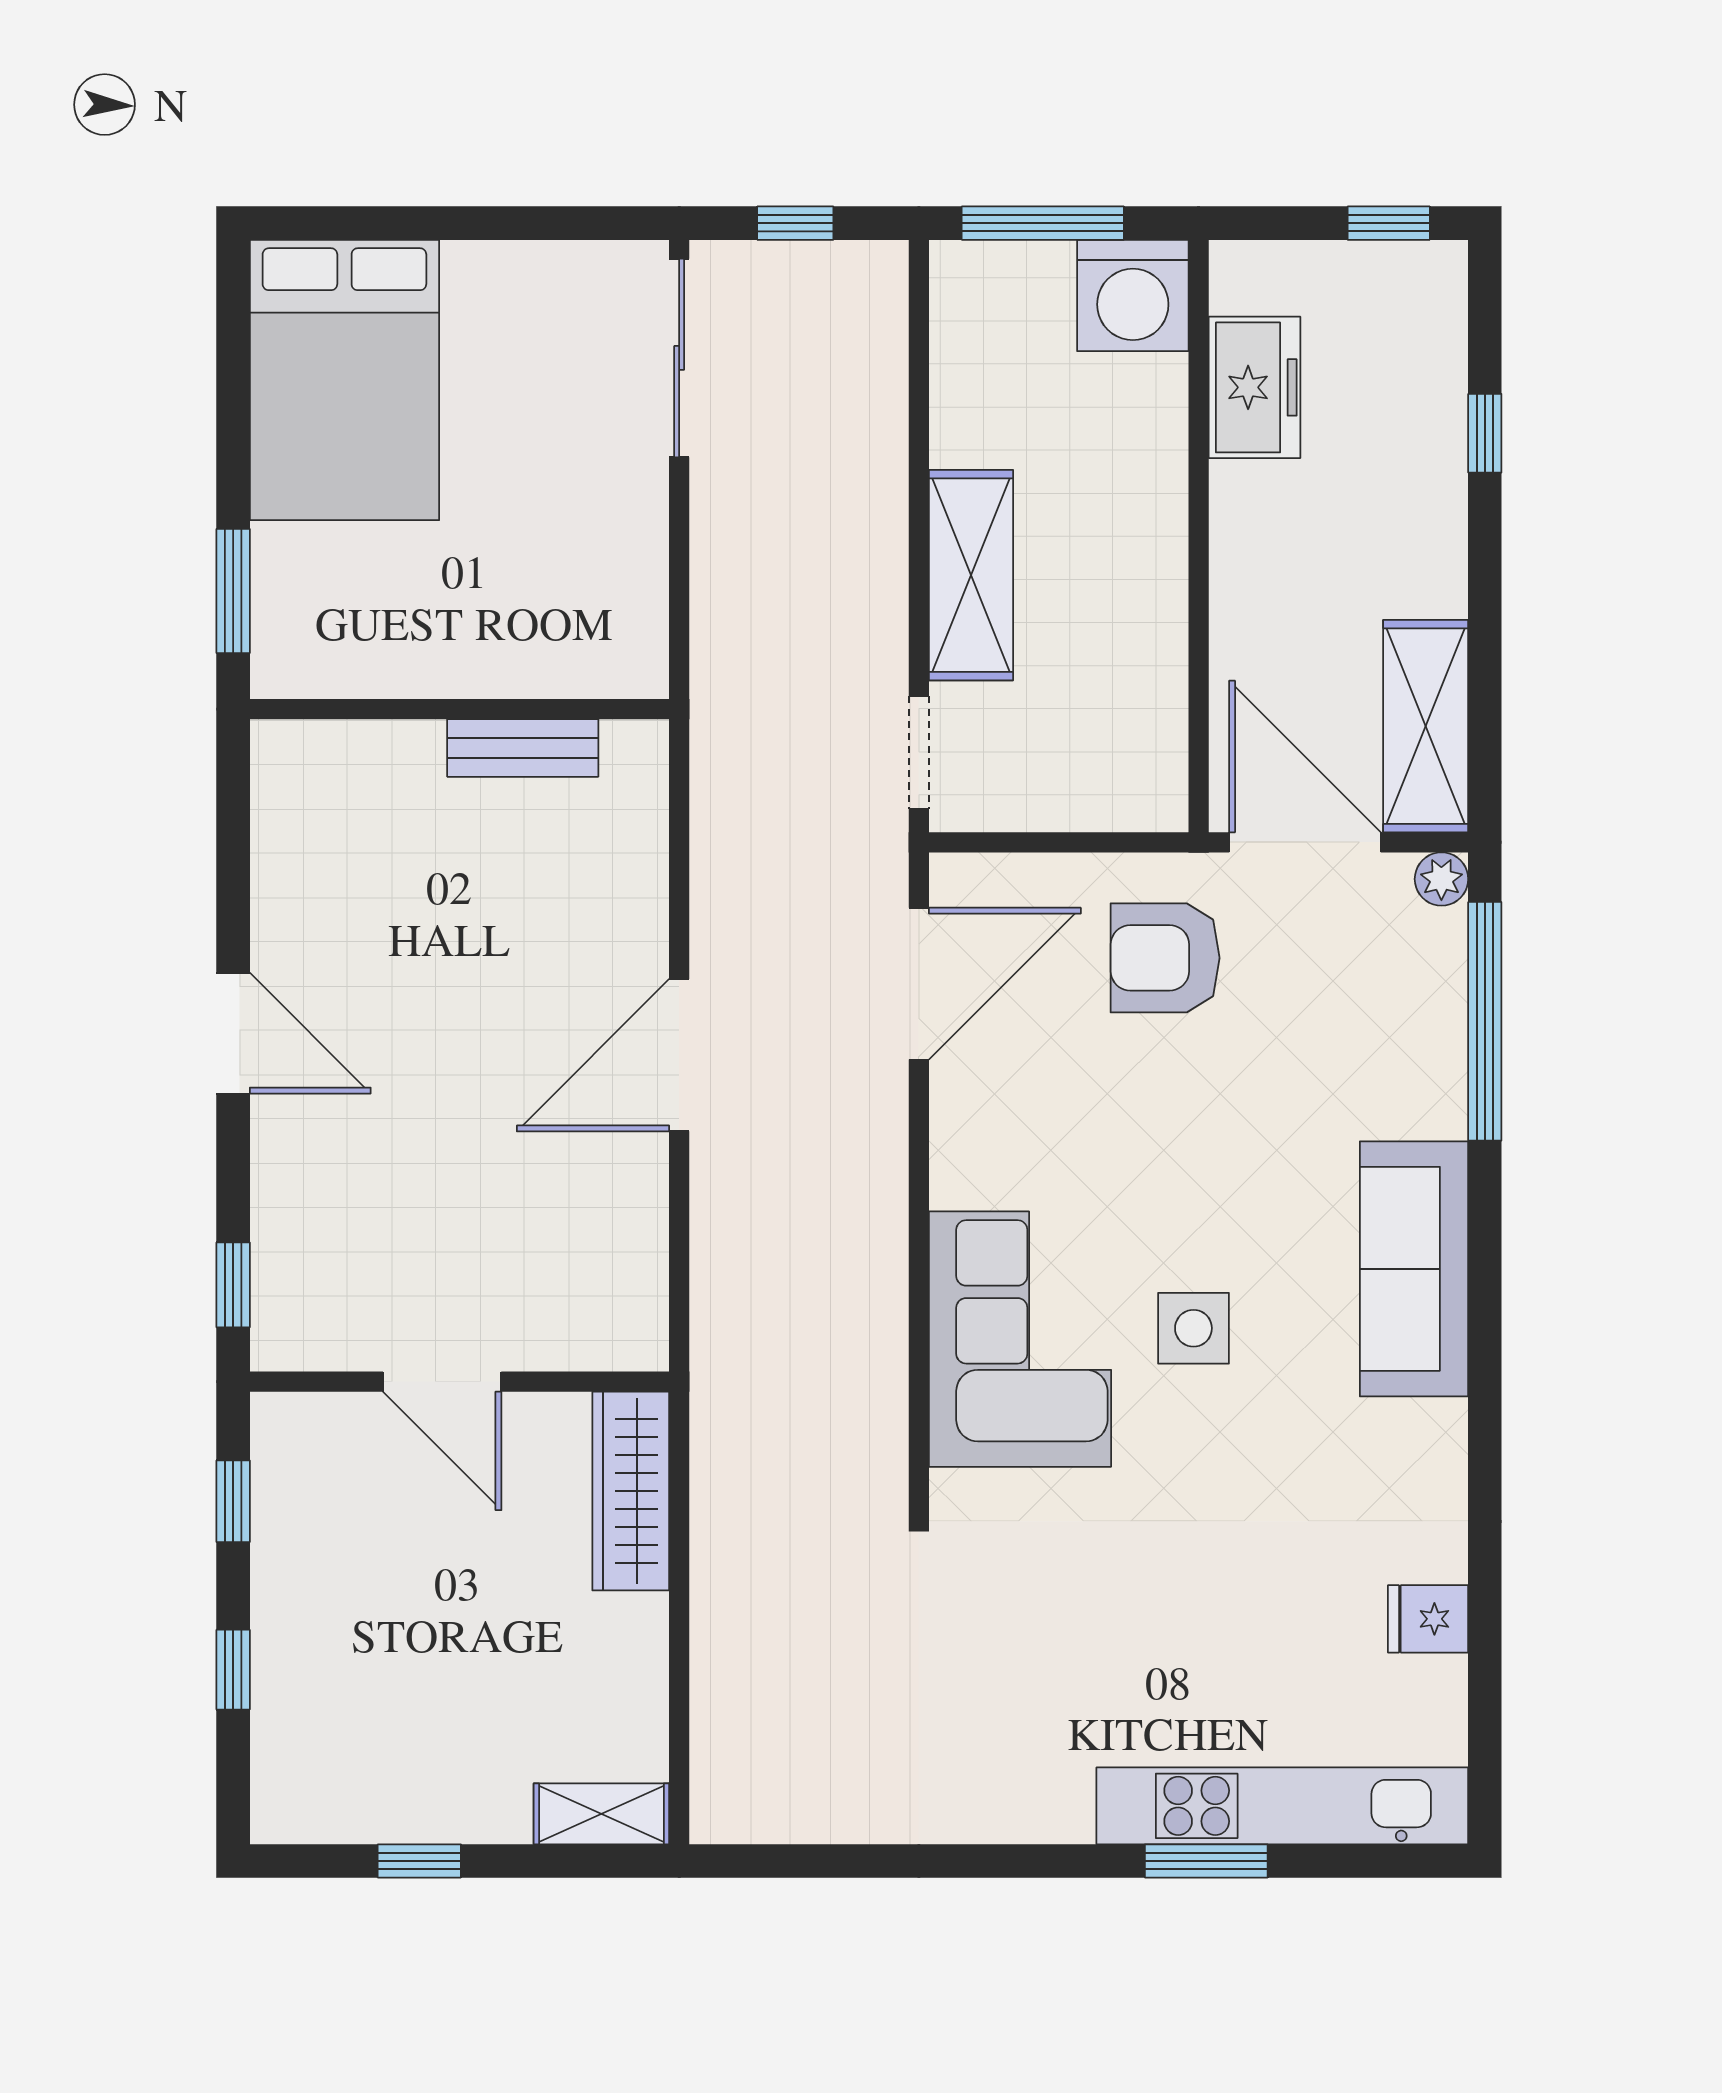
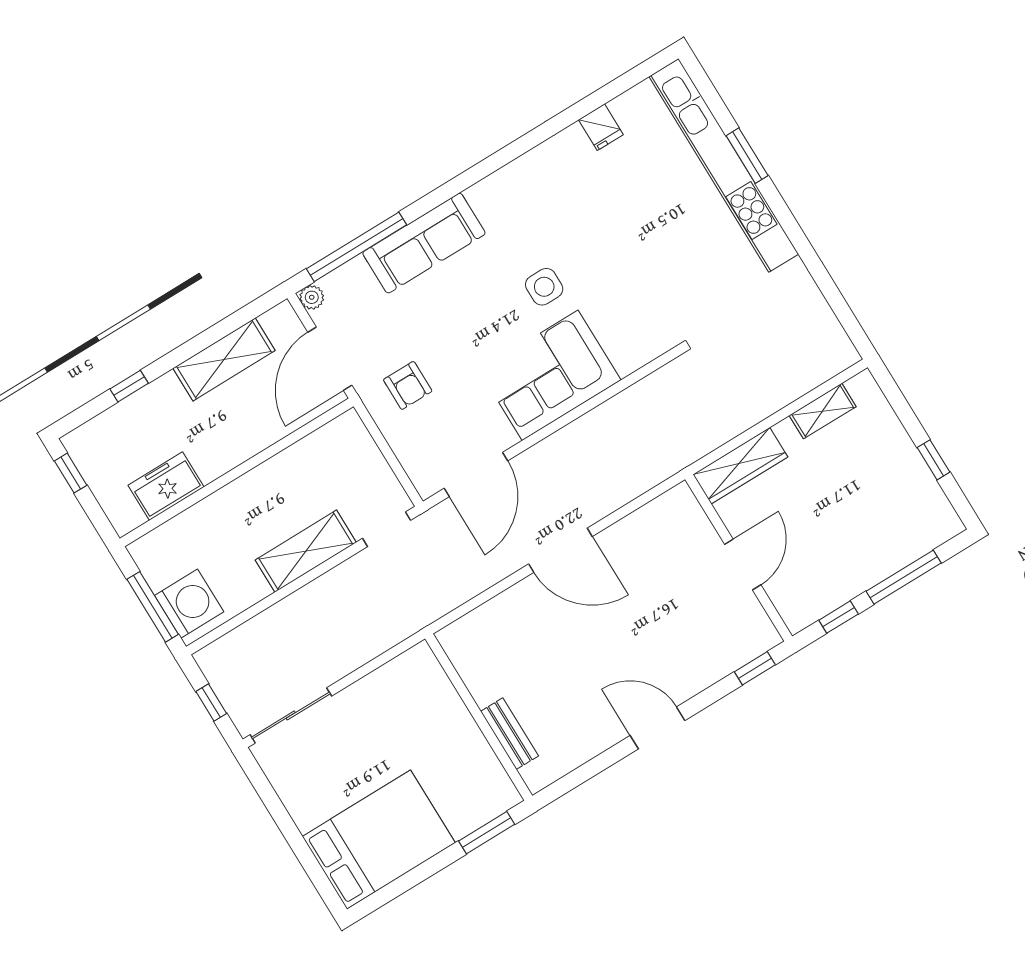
washing machine: (1133, 295) -> (189, 604), moved
shelving: (1426, 726) -> (224, 359), moved
bench: (523, 748) -> (509, 734), moved
armchair: (1165, 958) -> (408, 385), width x0.72, depth x0.72
door: (919, 984) -> (476, 475), swing flipped
door: (233, 1033) -> (658, 728), hinge flipped
sofa: (1414, 1269) -> (424, 243), moved
corner sofa: (1020, 1339) -> (550, 375), moved
window: (233, 1670) -> (904, 577), width x2.17
kitchen unit: (1282, 1806) -> (724, 165), width x1.36
shelving: (601, 1814) -> (823, 411), moved, turned 90

